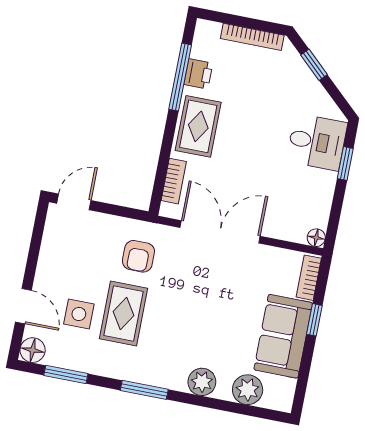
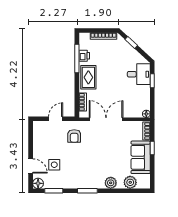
door: (74, 202) -> (56, 119), moved
rug: (123, 314) -> (73, 161), removed

